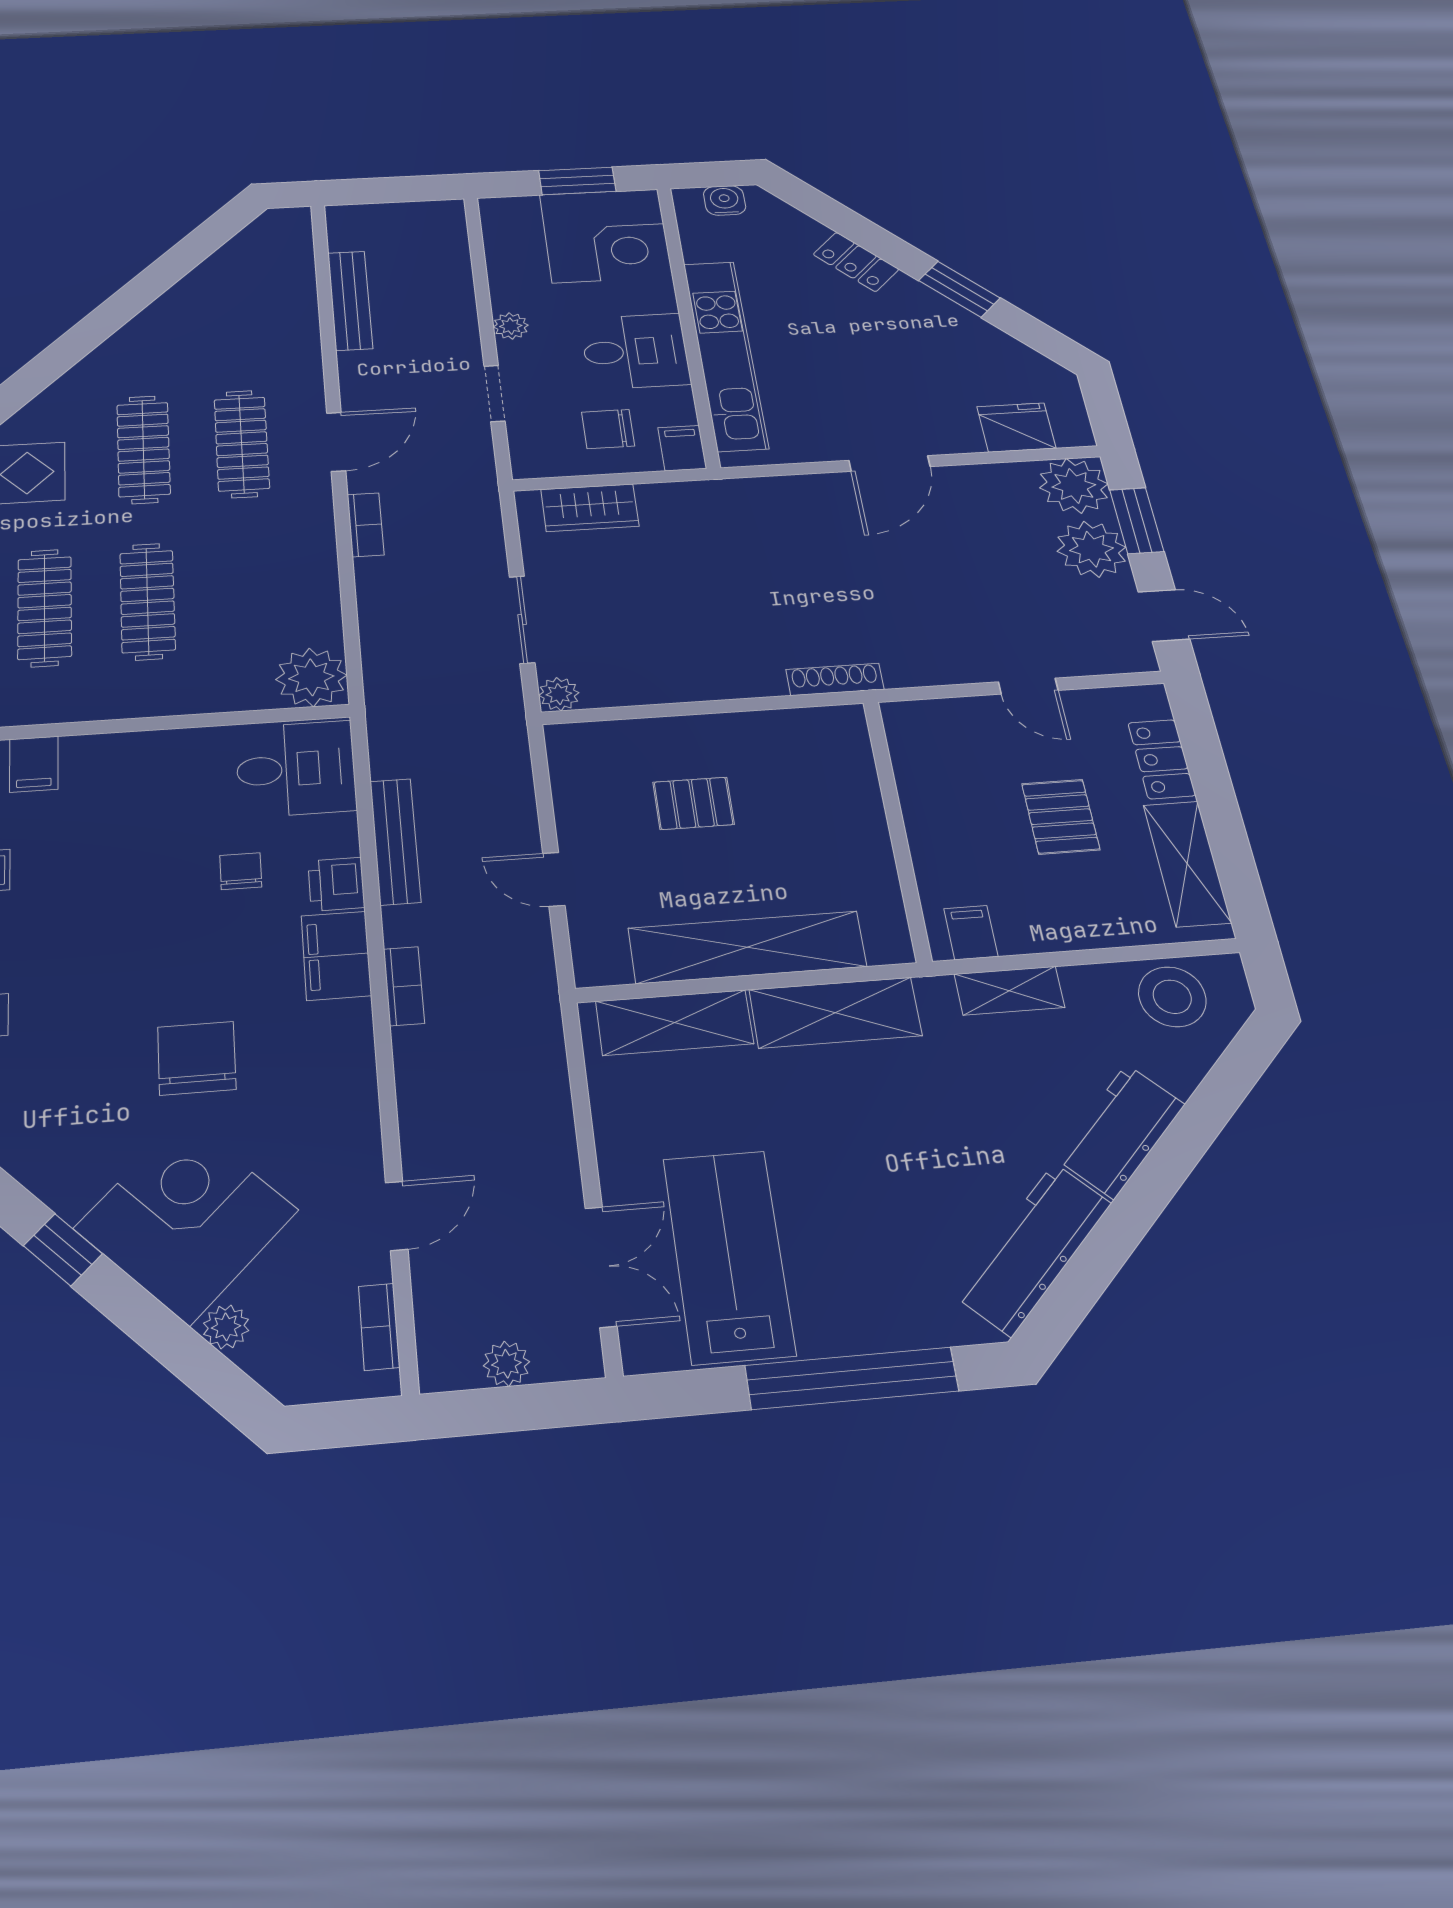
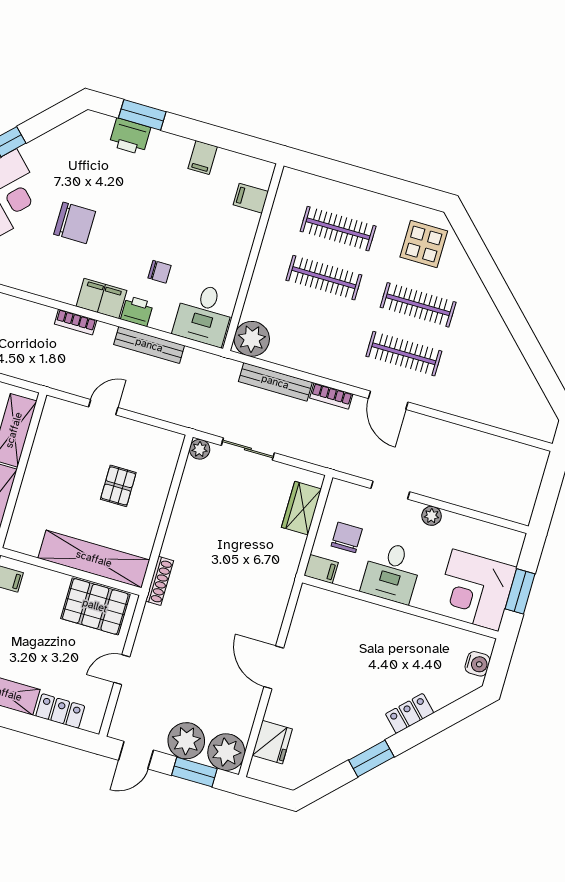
bench: (350, 300) -> (275, 382), moved
kitchen unit: (725, 355) -> (373, 617), removed
pallet: (1061, 817) -> (95, 606), moved, width x1.50, depth x1.42
shelving: (747, 947) -> (94, 559), moved, turned 90

